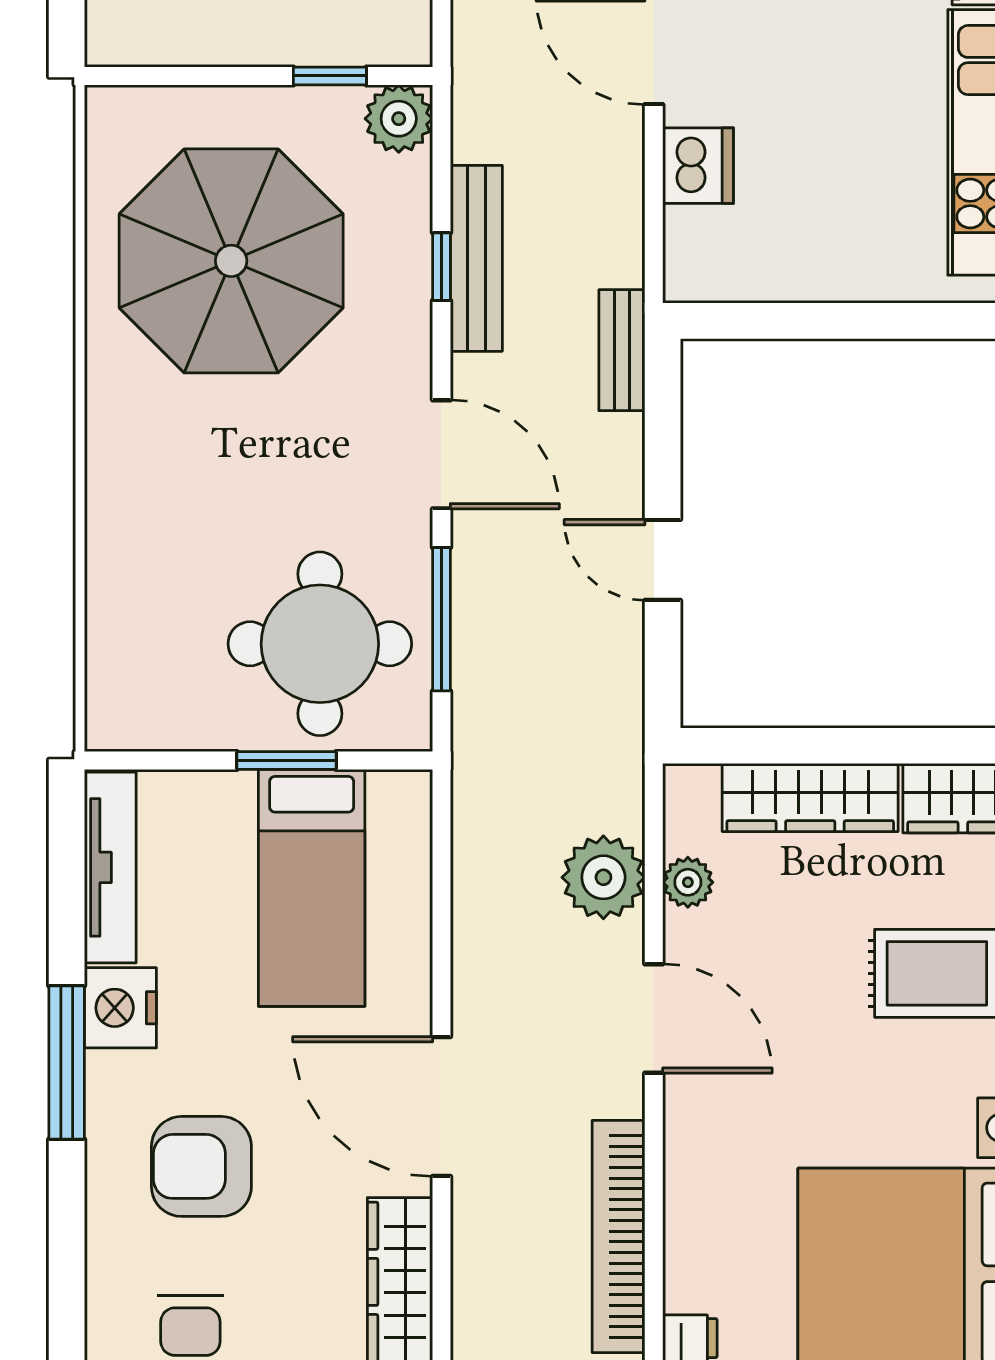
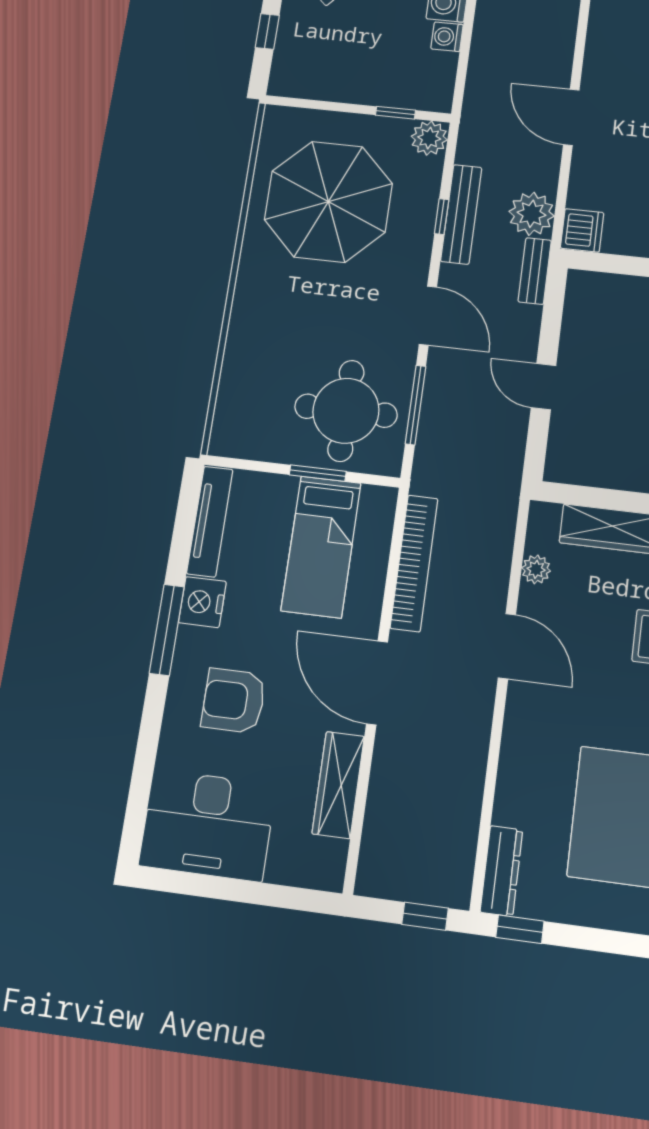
dishwasher: (698, 166) -> (582, 230), moved
plant: (603, 877) -> (532, 214), moved
bookcase: (619, 1237) -> (414, 563), moved, turned 180

